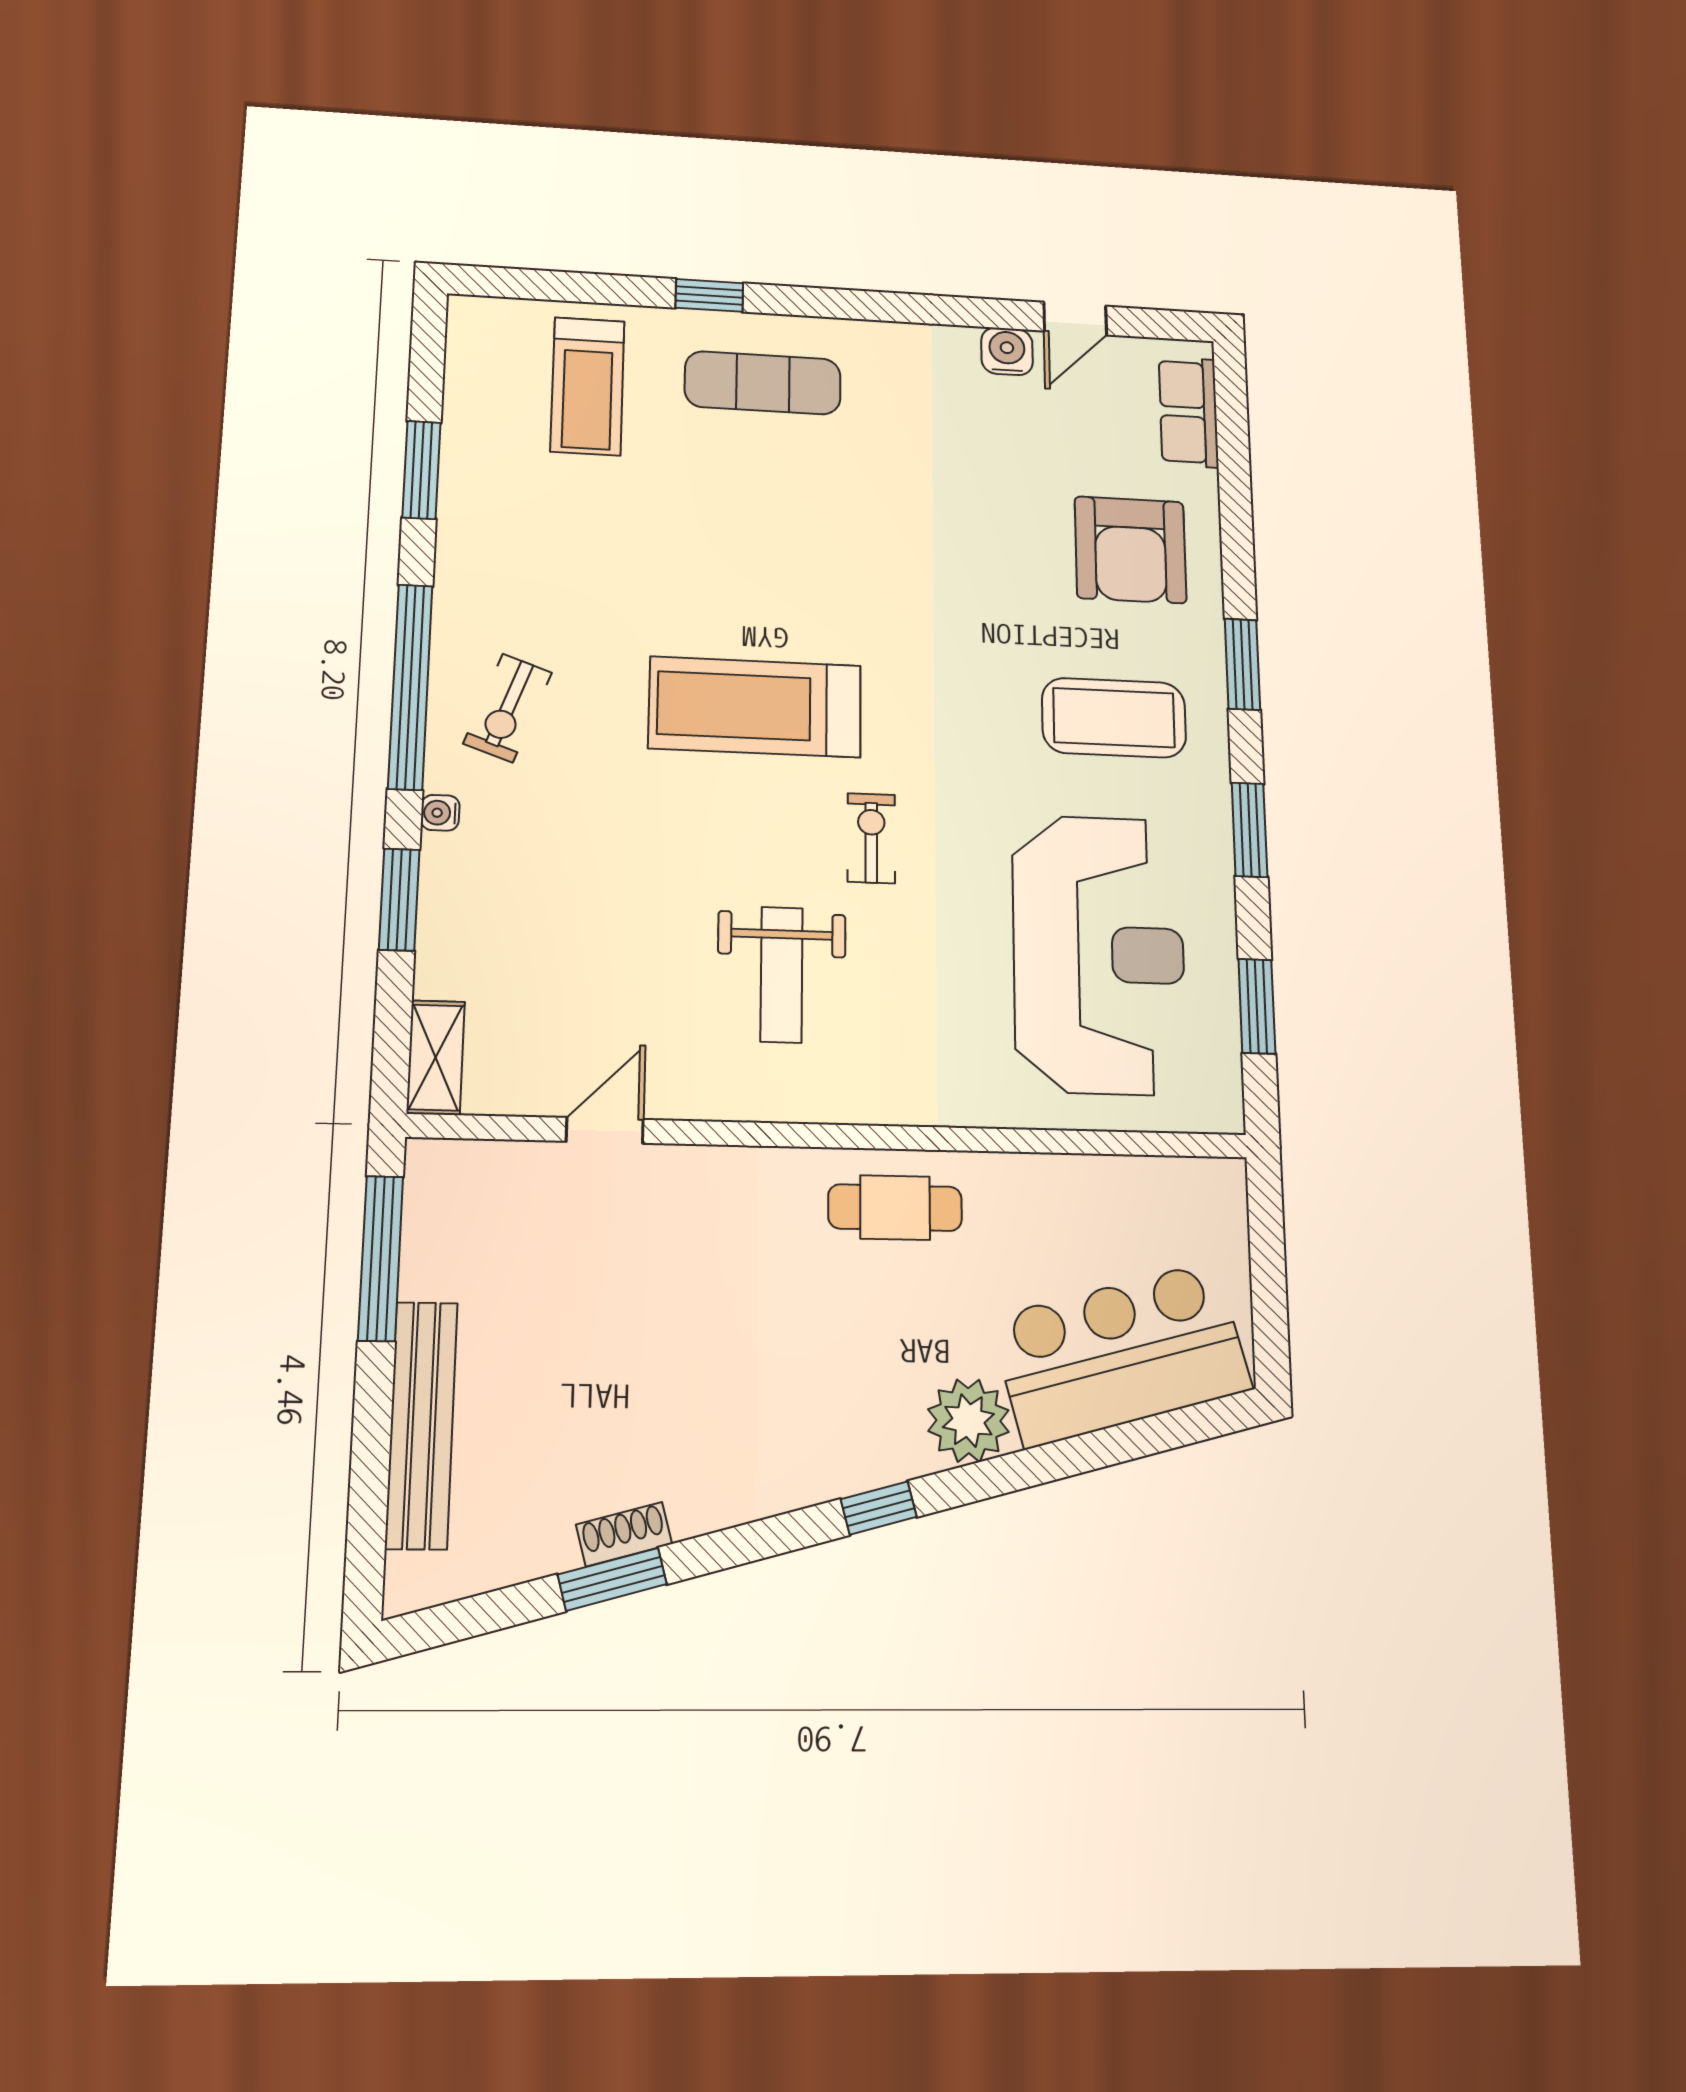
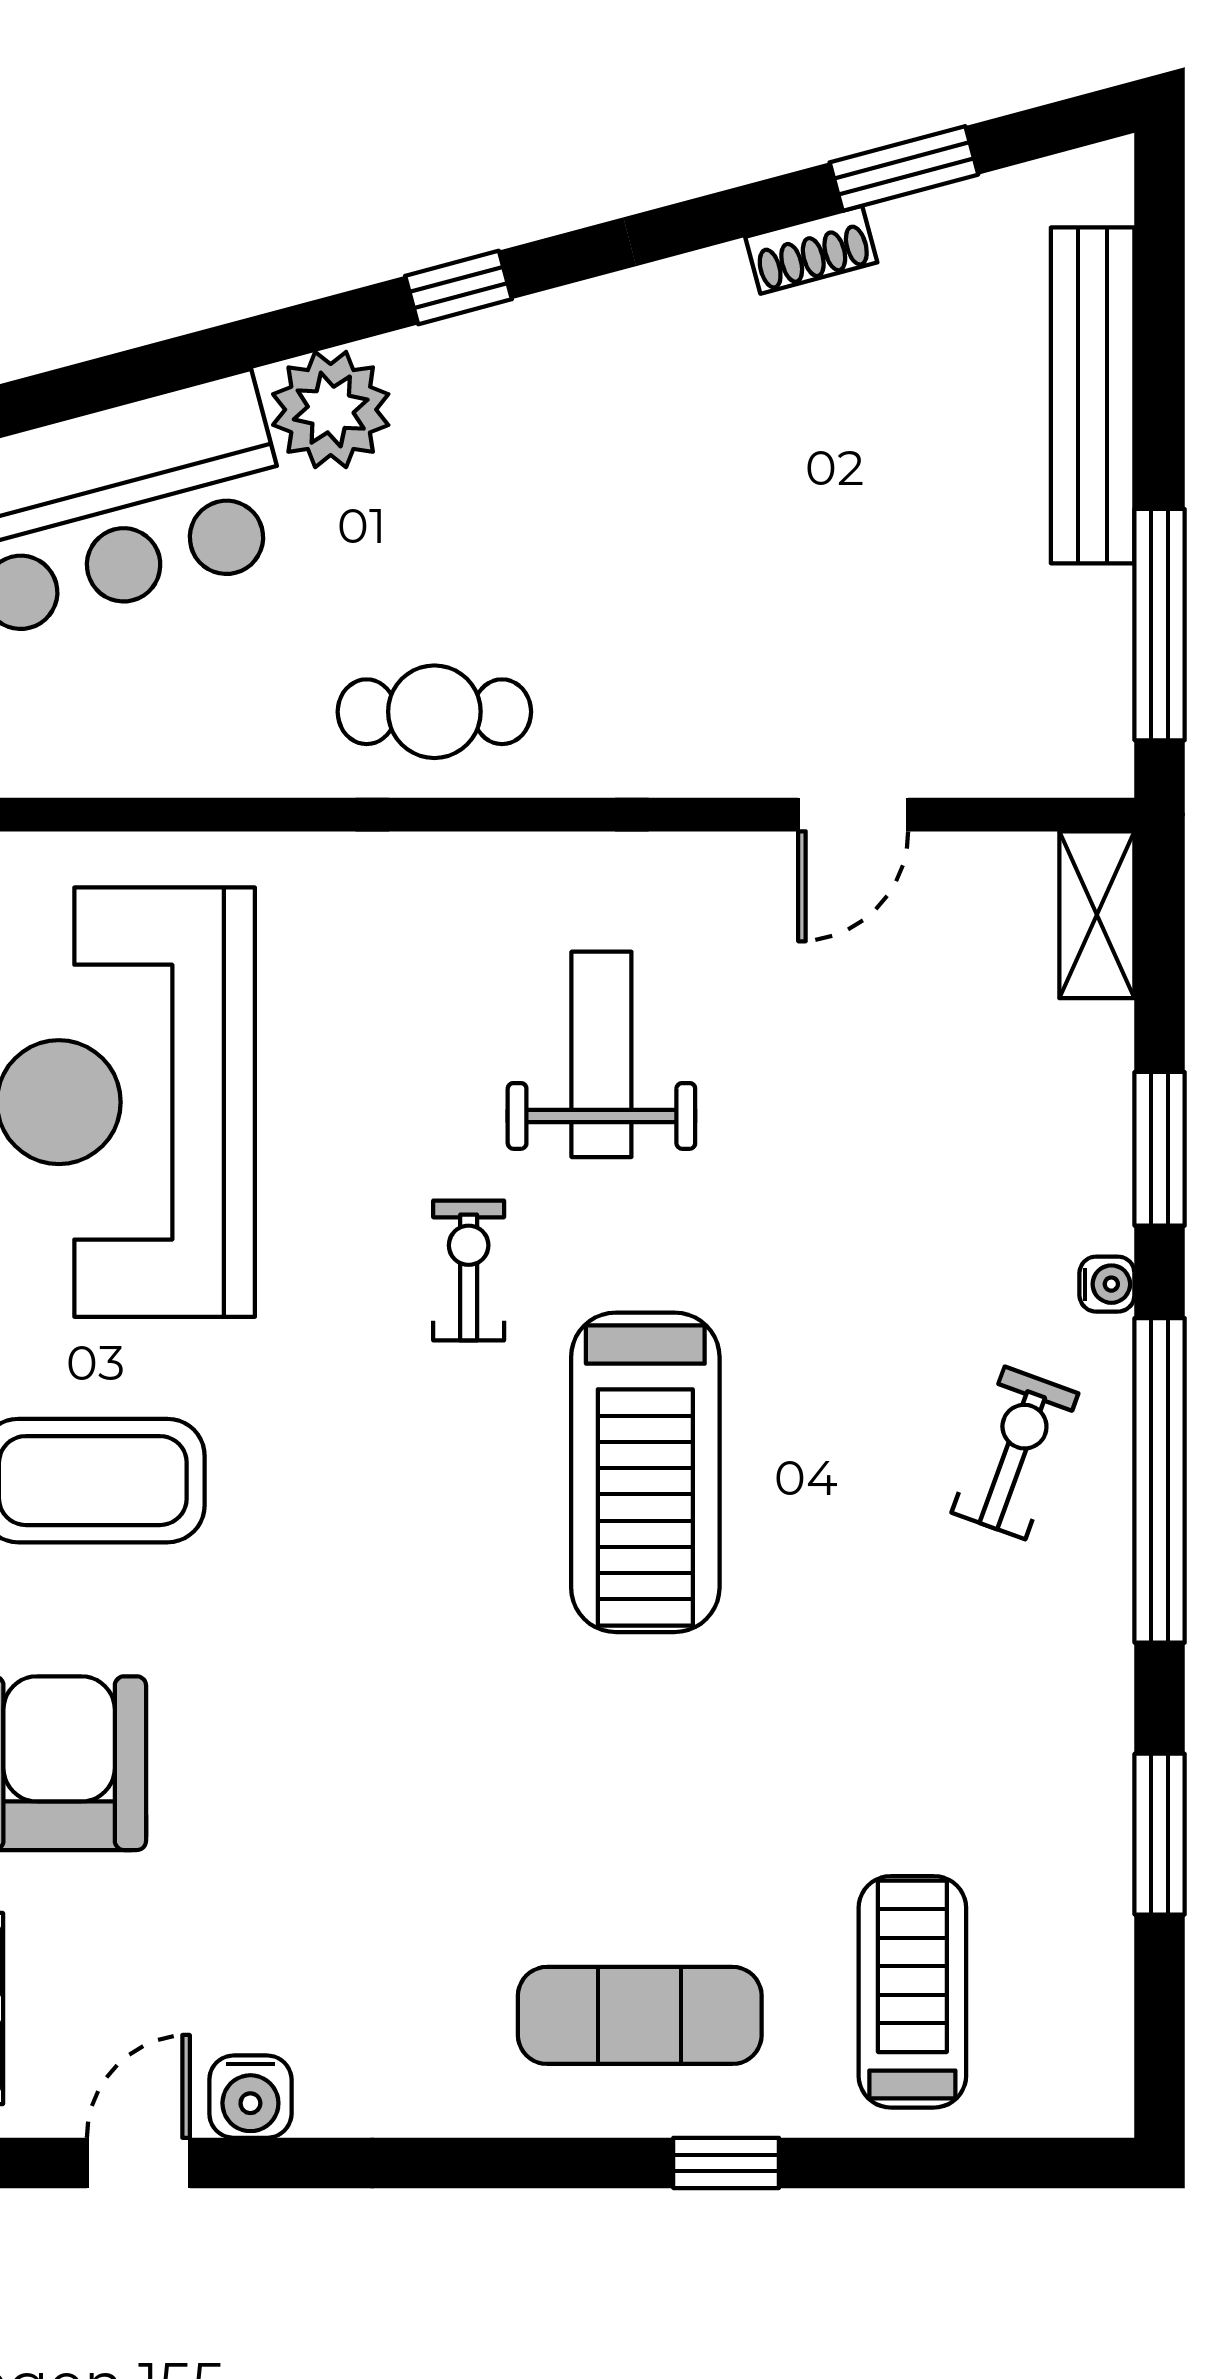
treadmill: (755, 707) -> (645, 1472), turned 90
exercise bike: (871, 838) -> (469, 1271), turned 180
window: (612, 1579) -> (904, 168), moved

